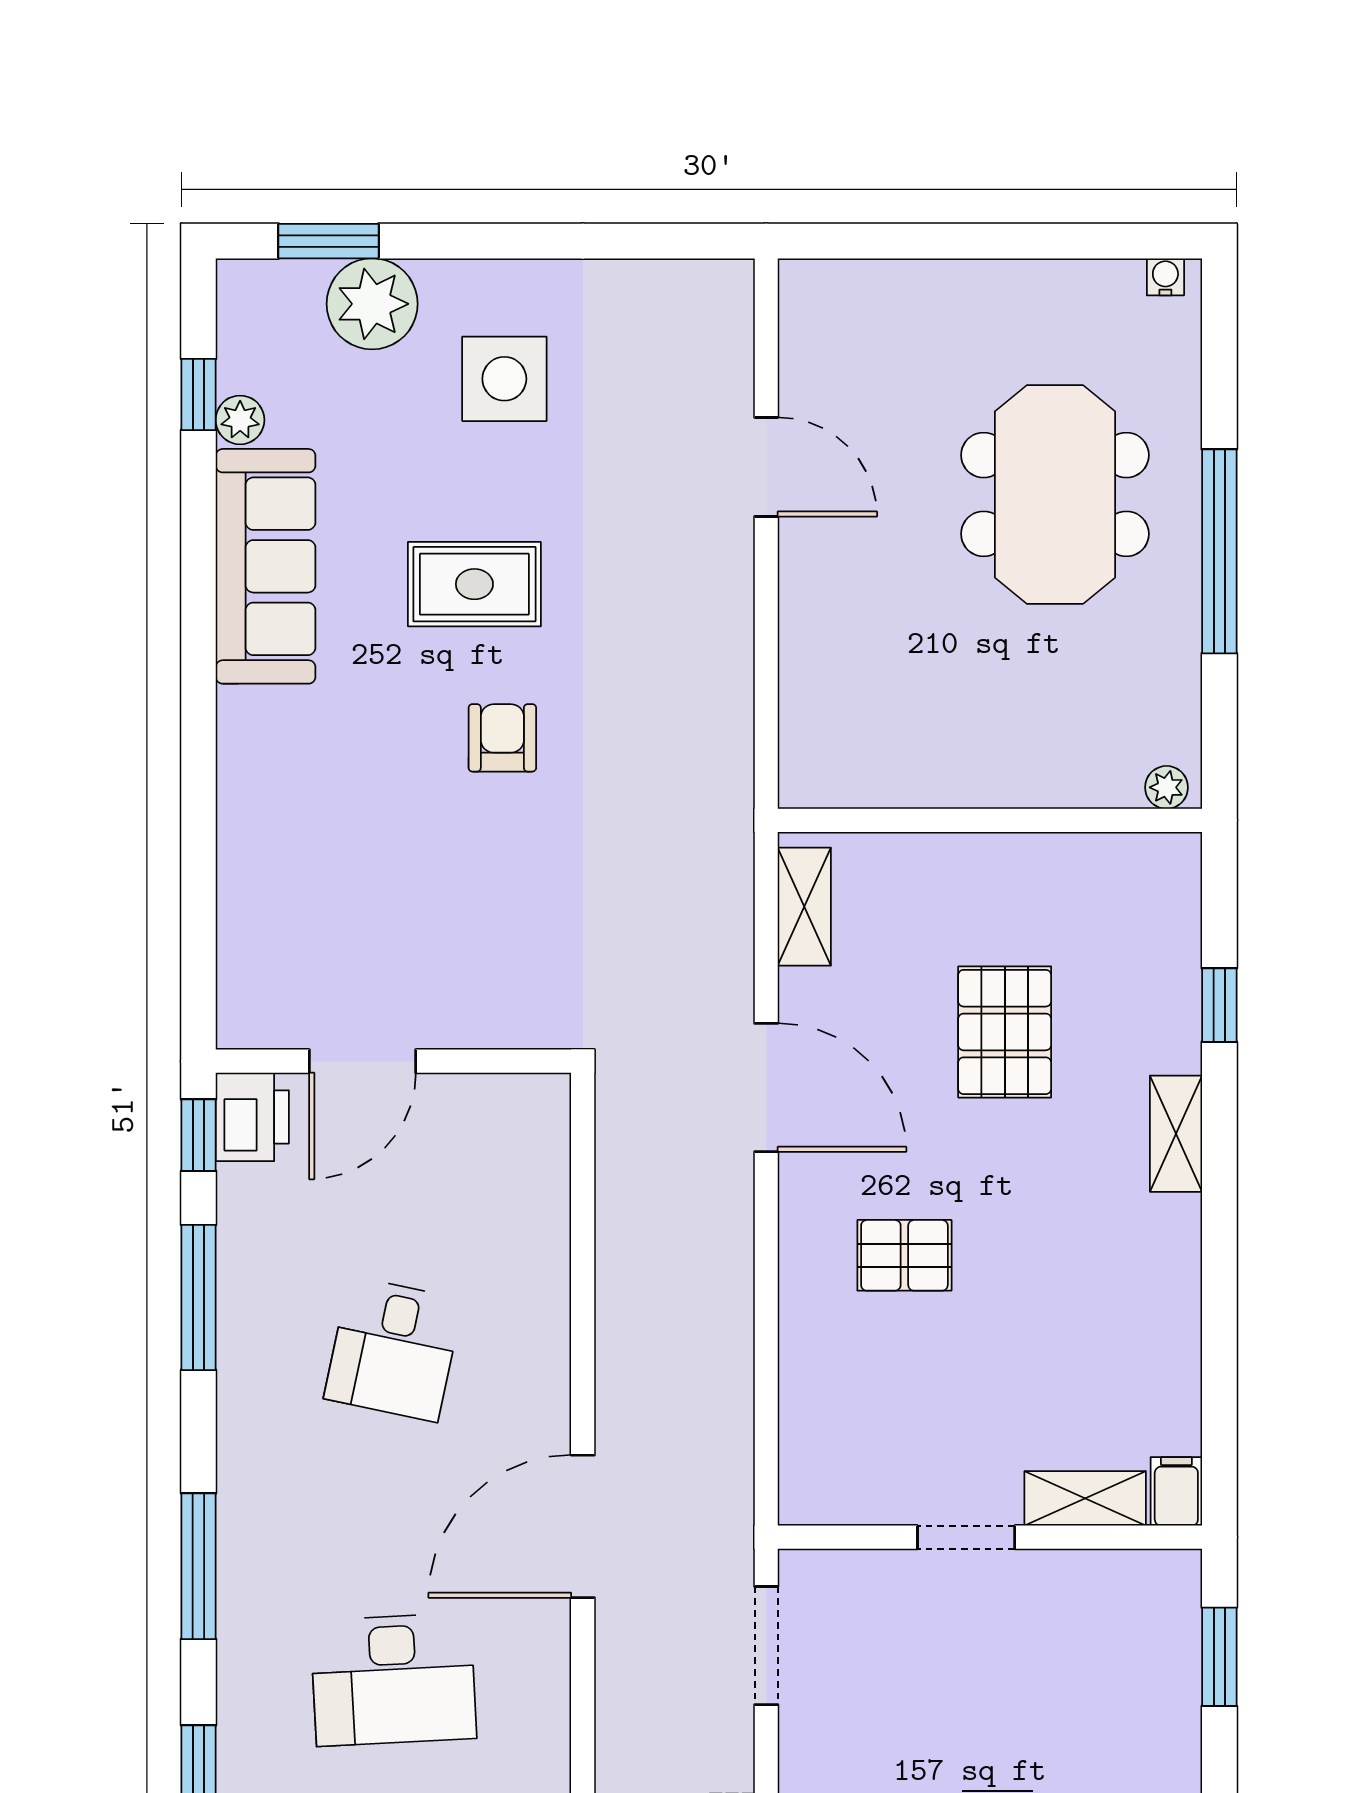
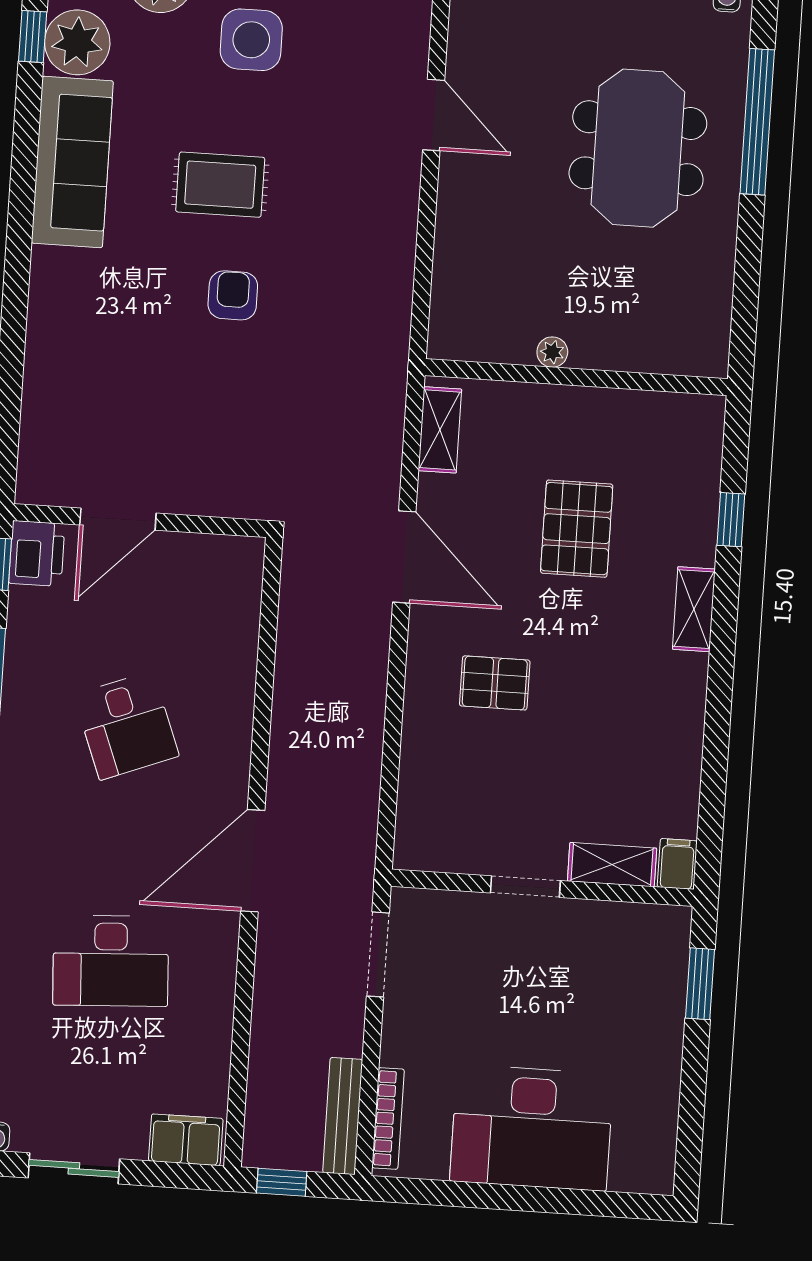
plant: (240, 420) -> (77, 42), width x1.88, depth x1.88
window: (1219, 551) -> (757, 122), moved
plant: (1167, 787) -> (552, 352), moved
desk: (393, 1349) -> (126, 726), turned -33

